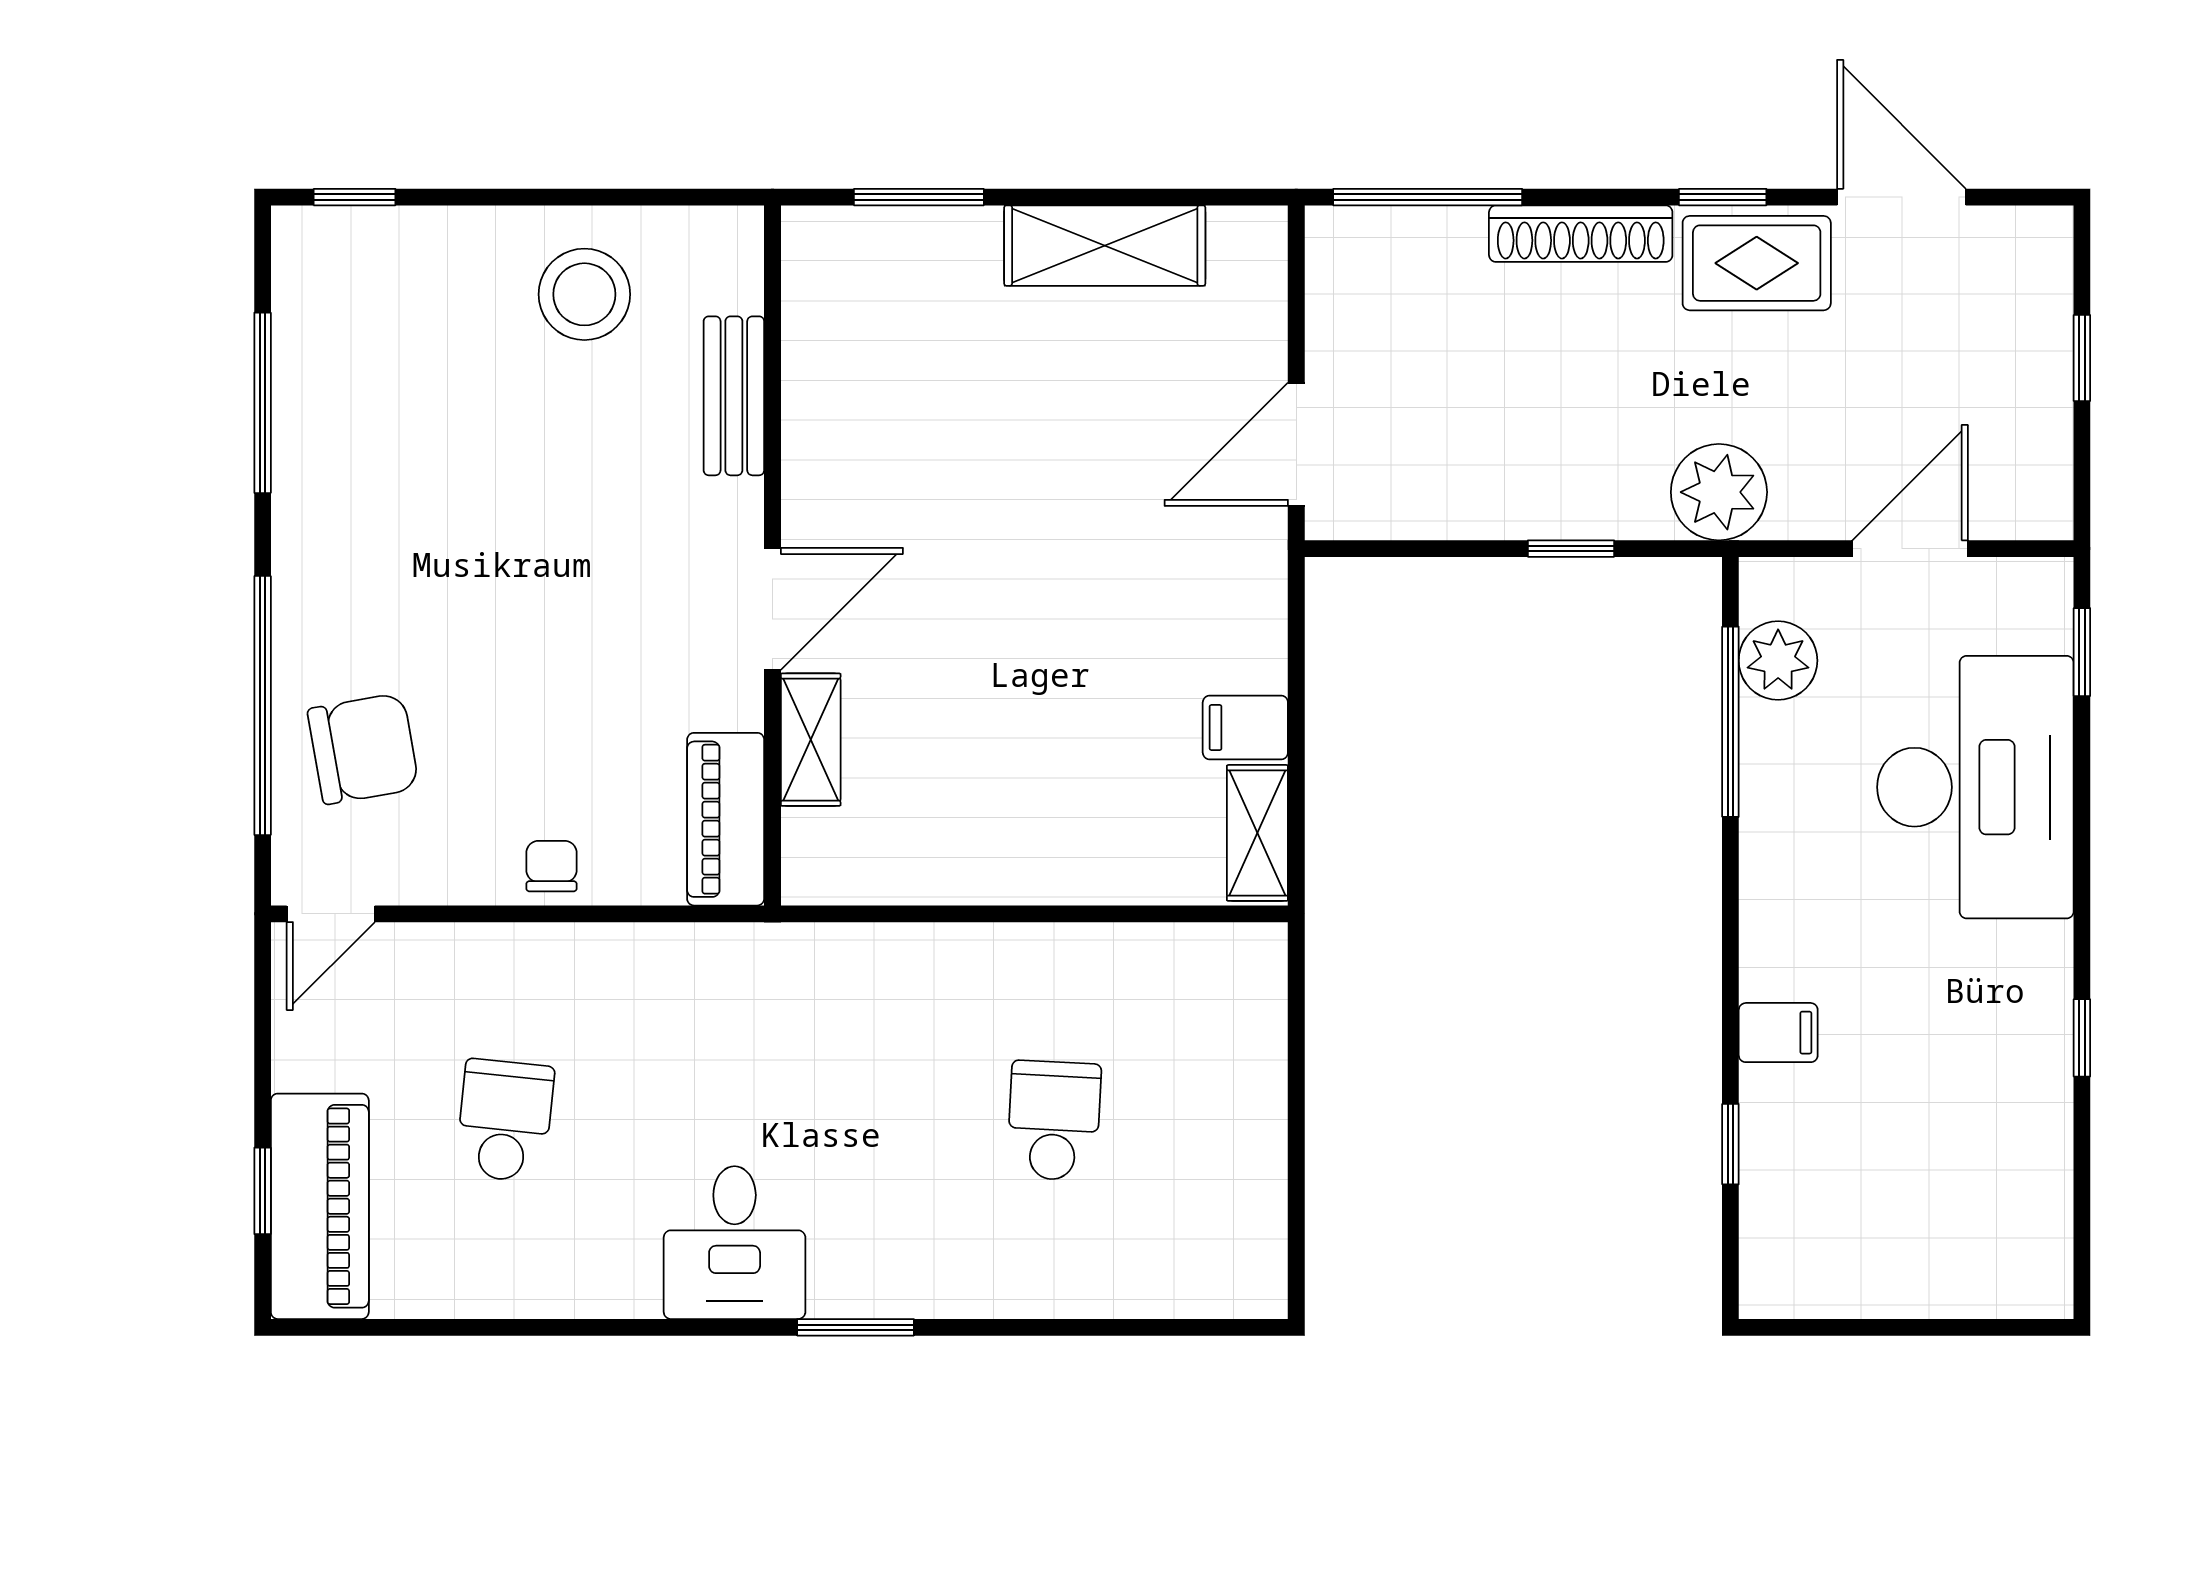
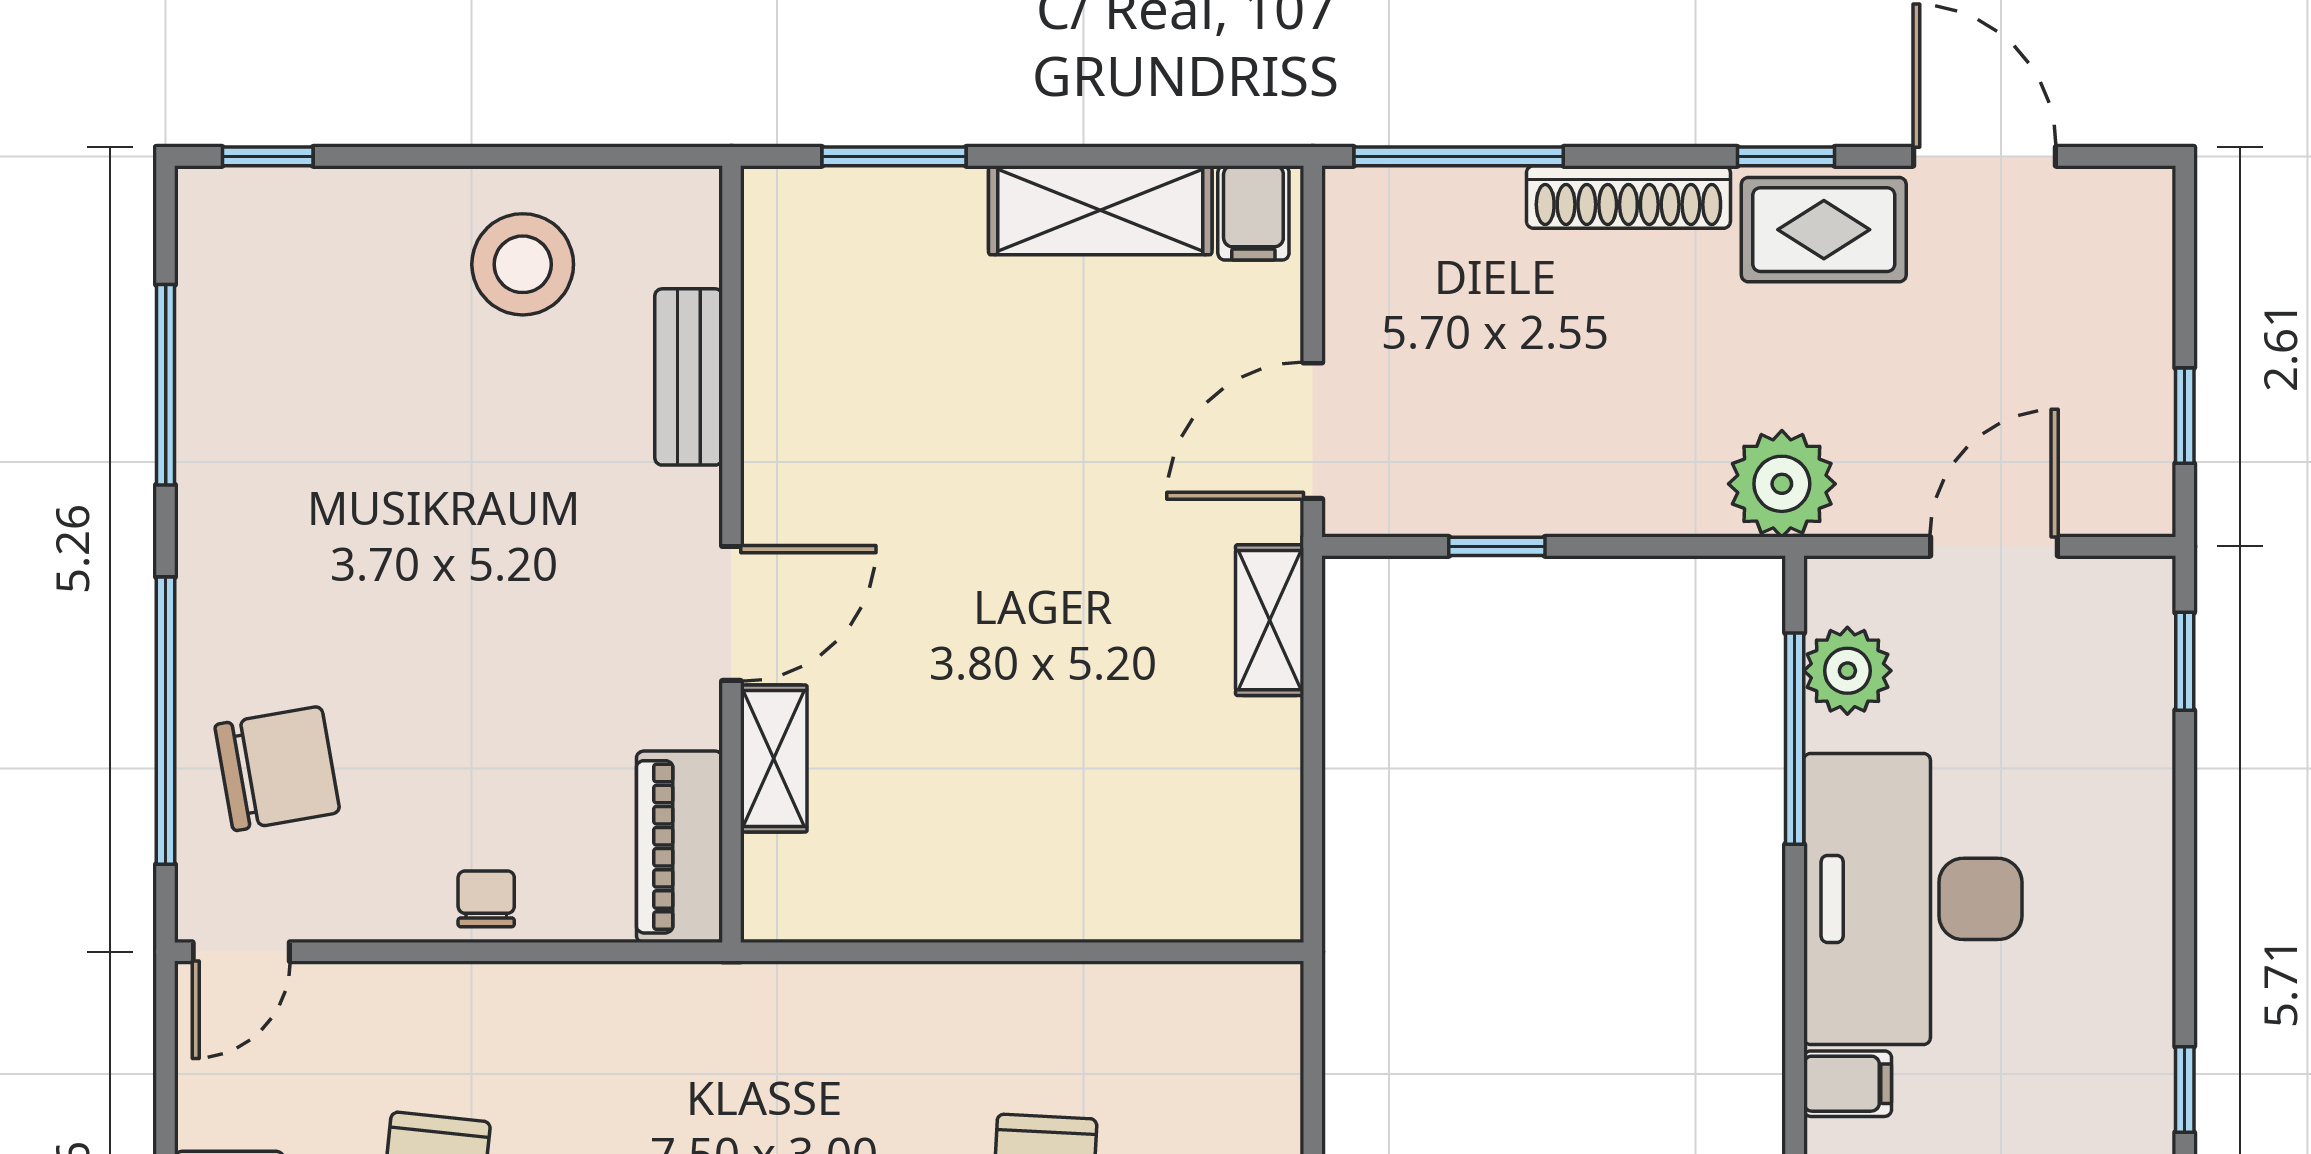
window: (2082, 358) -> (2185, 416), moved
window: (1571, 549) -> (1497, 546), moved
filing cabinet: (1245, 728) -> (1253, 213), moved, turned -90
desk: (1975, 787) -> (1913, 899), moved, turned 180
shelving: (1257, 833) -> (1270, 620), moved

